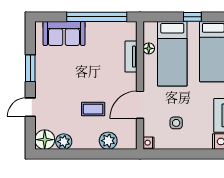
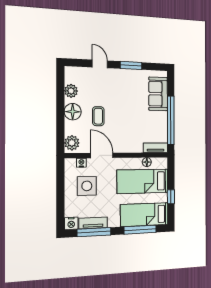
tv unit: (131, 57) -> (156, 148), moved
side table: (176, 123) -> (87, 186), width x1.87, depth x1.87
floor lamp: (45, 140) -> (73, 112), moved
plant: (108, 141) -> (72, 143), moved
nightstand: (148, 143) -> (81, 163), moved

